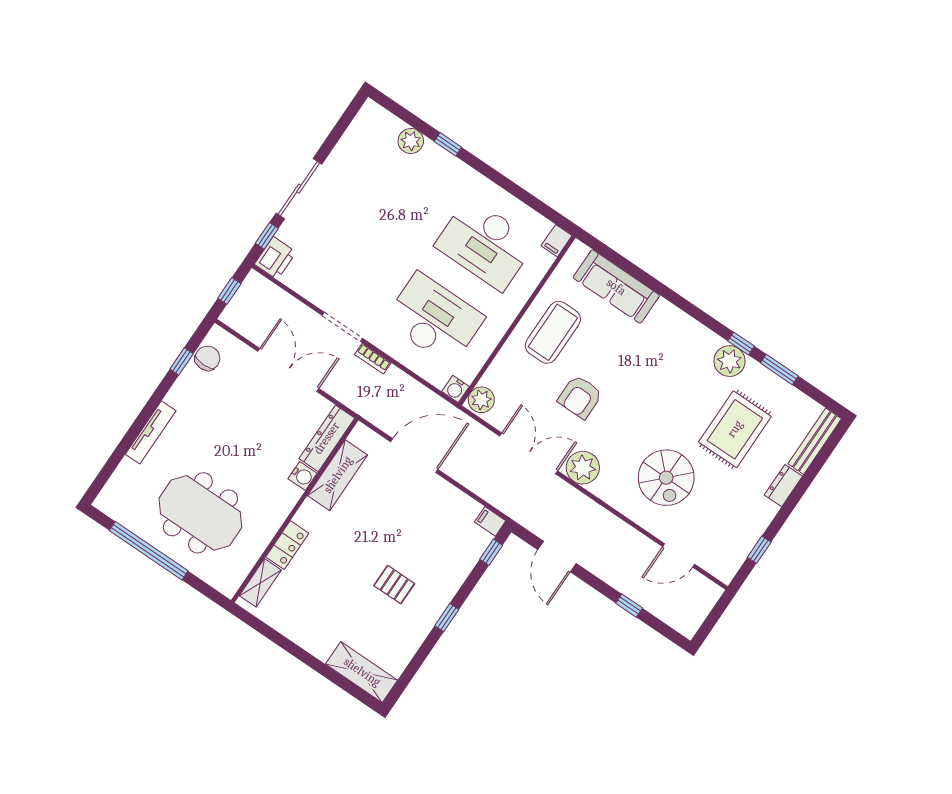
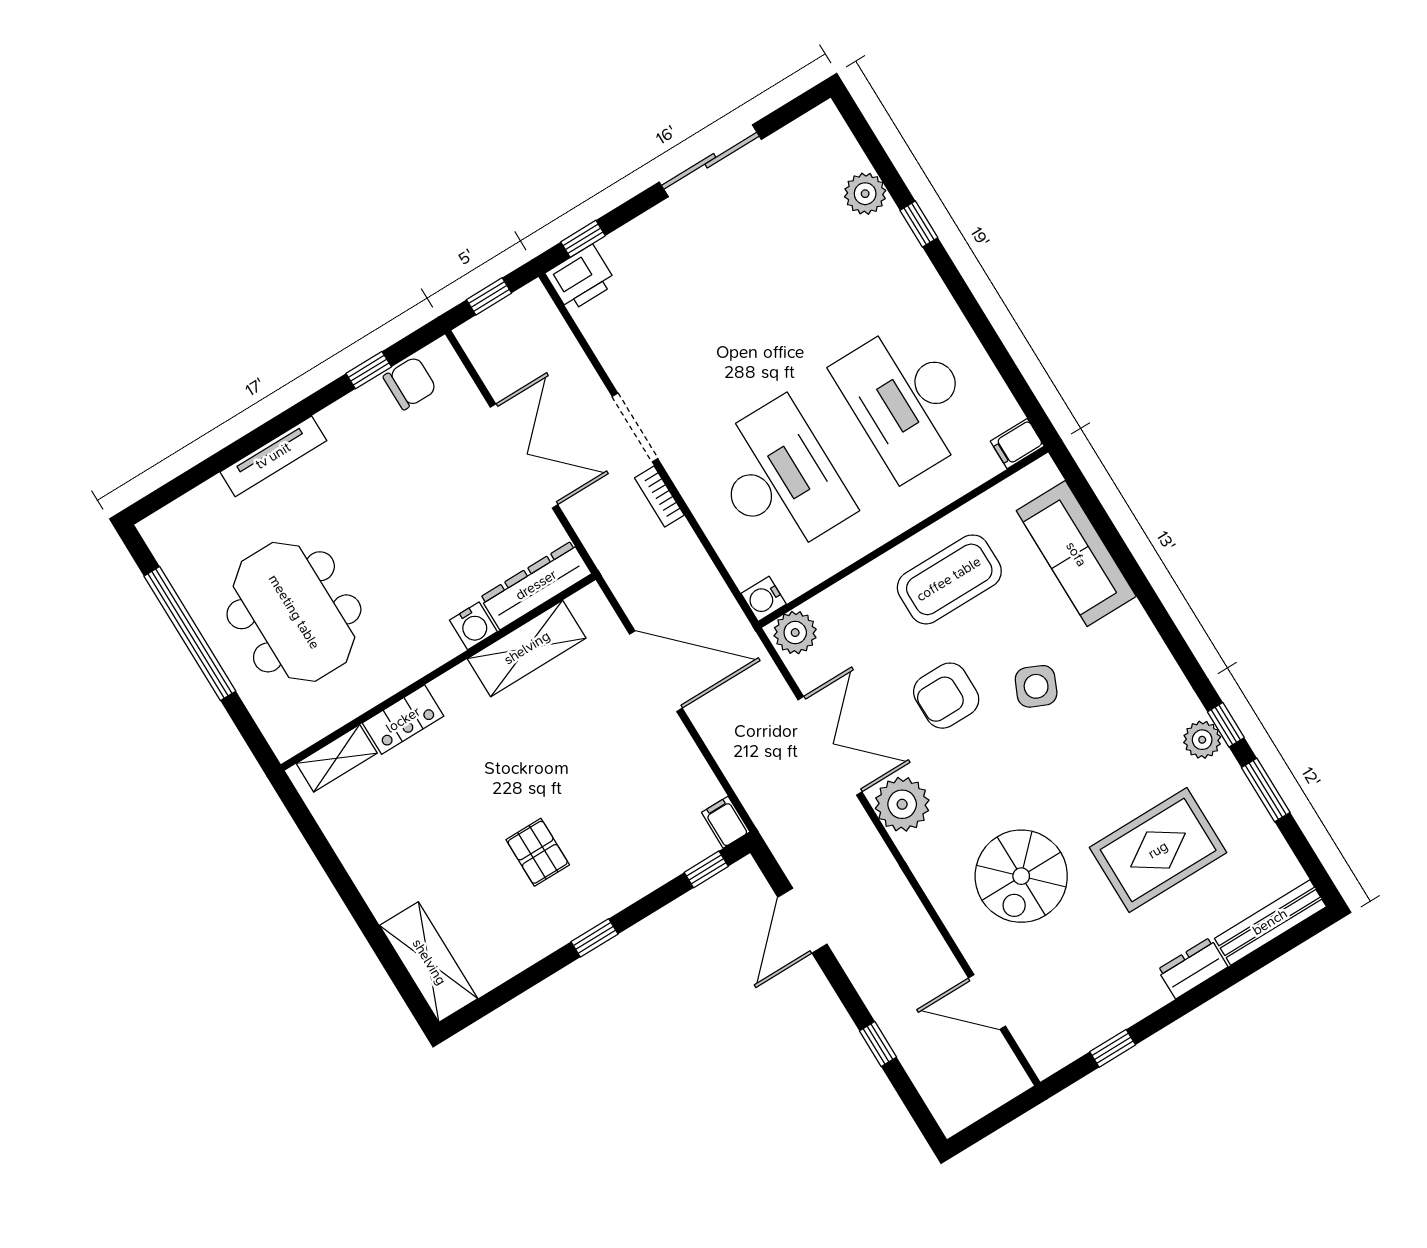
sliding door: (299, 189) -> (710, 161), moved
plant: (729, 361) -> (1202, 740), width x0.73, depth x0.73
side table: (627, 370) -> (1036, 686), added

